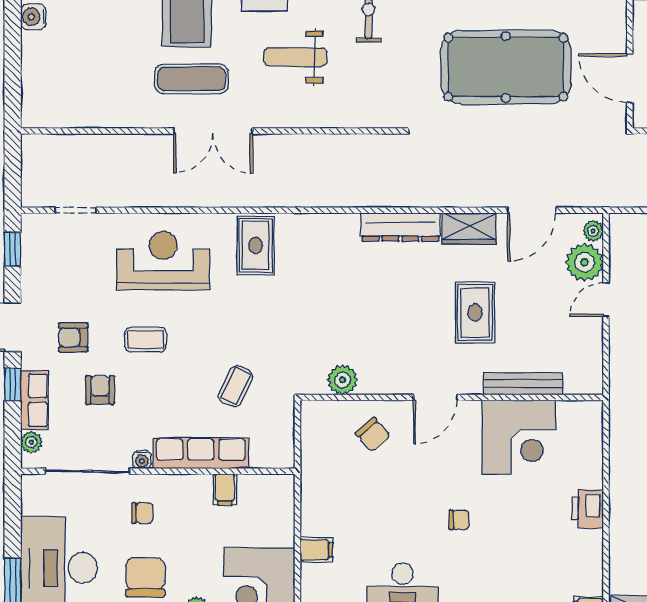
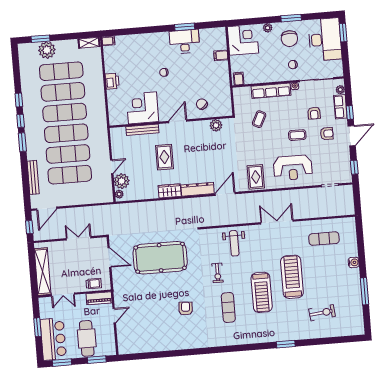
weight bench: (295, 57) -> (234, 243), moved, turned 90
exercise mat: (192, 79) -> (324, 239), moved
door: (532, 210) -> (225, 194), moved
filing cabinet: (225, 489) -> (239, 79), moved

